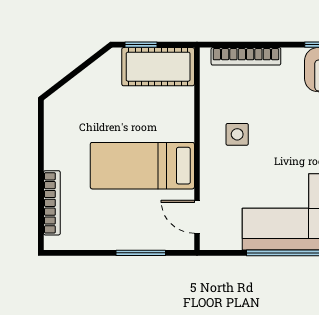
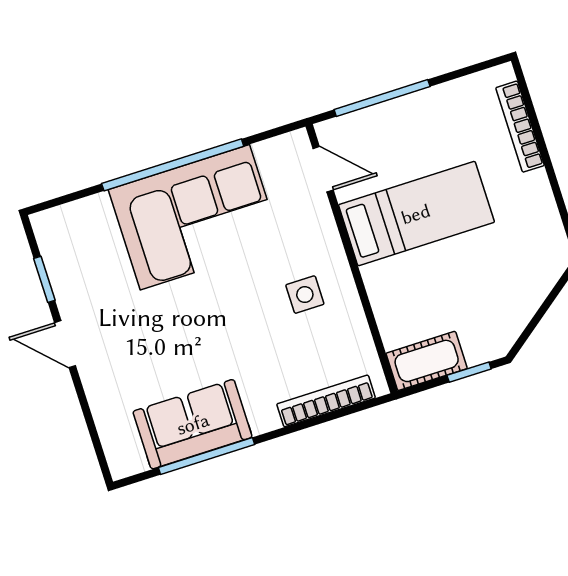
cot: (158, 67) -> (427, 361), width x0.73, depth x0.75
window: (141, 253) -> (382, 98), width x1.44

